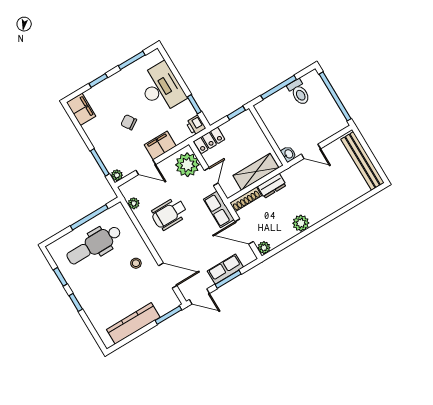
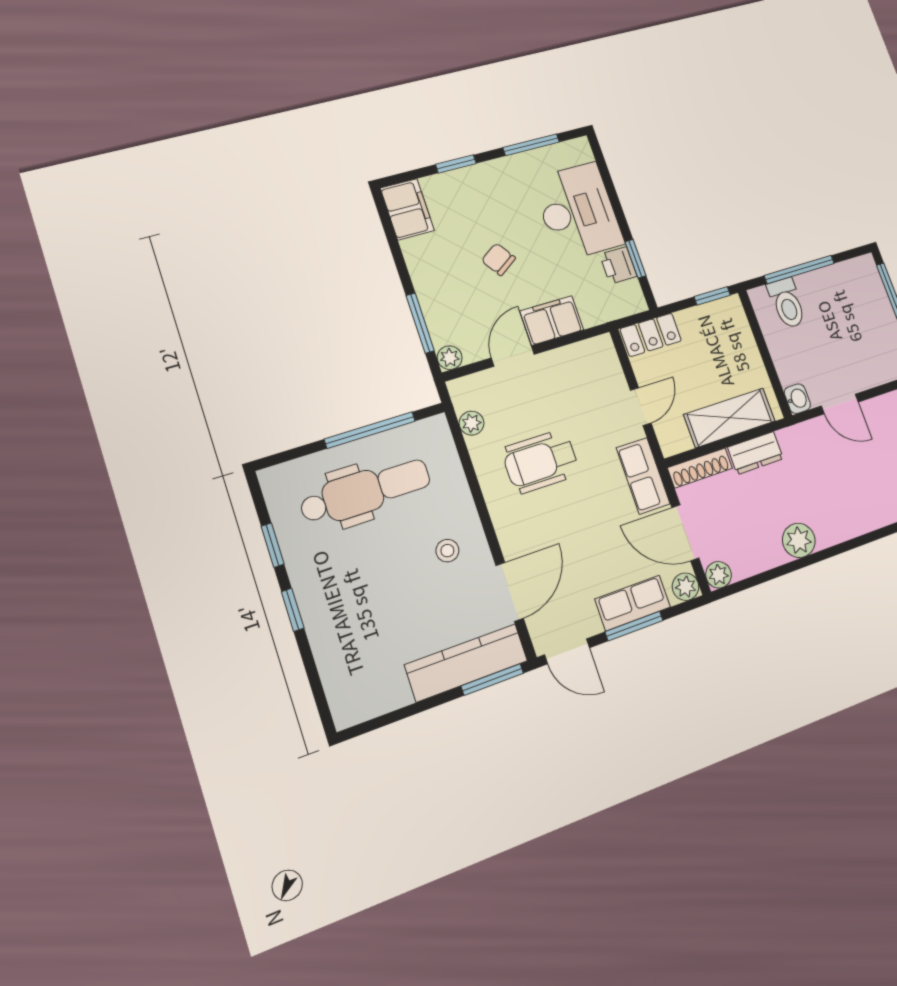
toilet: (299, 92) -> (787, 303), moved
printer: (196, 125) -> (618, 265), moved
plant: (187, 165) -> (686, 587), moved, width x0.53, depth x0.53
door: (146, 167) -> (513, 356), swing flipped
dental chair: (94, 245) -> (366, 491), turned 180
door: (168, 276) -> (510, 592), hinge flipped
kitchen counter: (133, 323) -> (466, 663), moved

